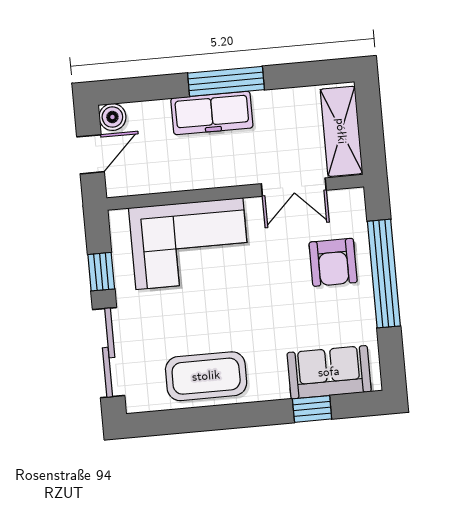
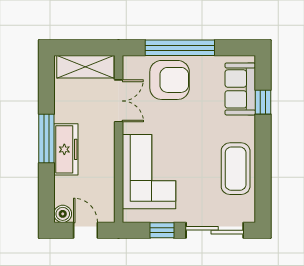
armchair: (333, 262) -> (170, 80), width x1.36, depth x1.36

